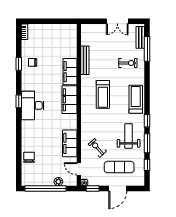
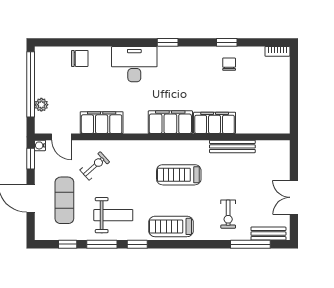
treadmill: (136, 99) -> (171, 226), turned 180
desk: (33, 105) -> (134, 64), moved
door: (79, 169) -> (61, 137), swing flipped

